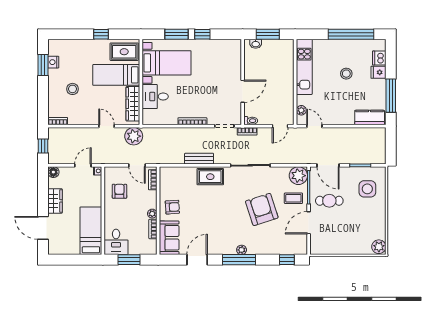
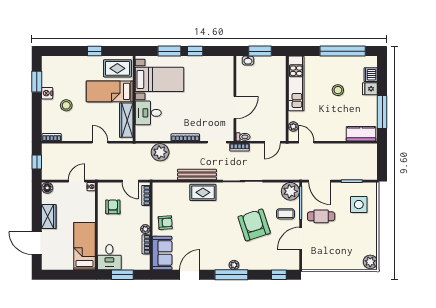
nightstand: (53, 62) -> (47, 93), moved
plant: (134, 136) -> (160, 152), moved
bench: (199, 159) -> (197, 174), width x1.36

